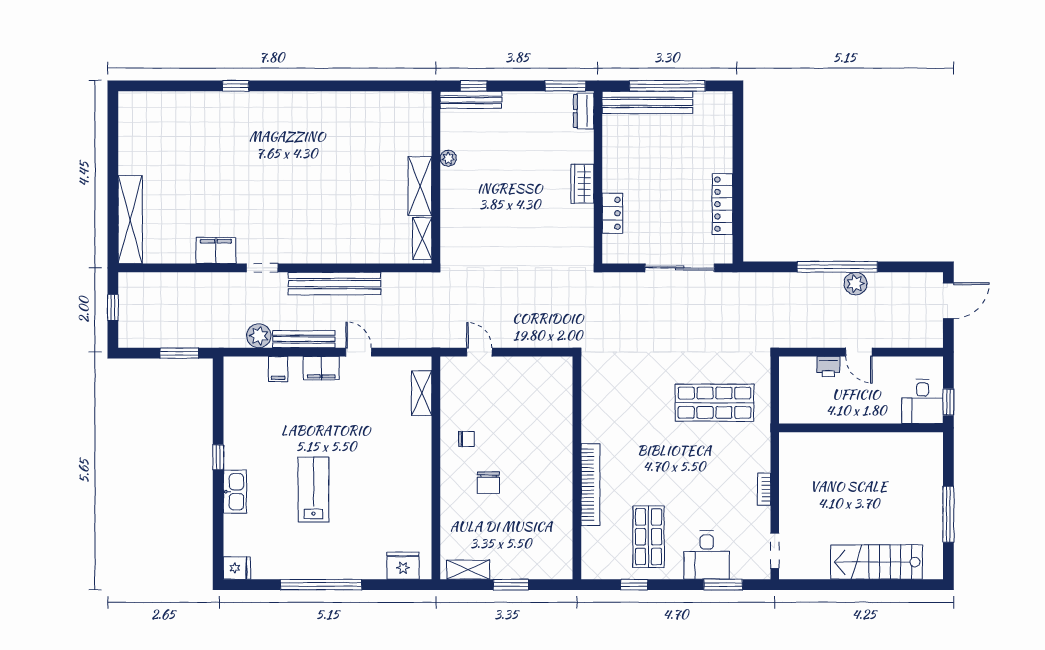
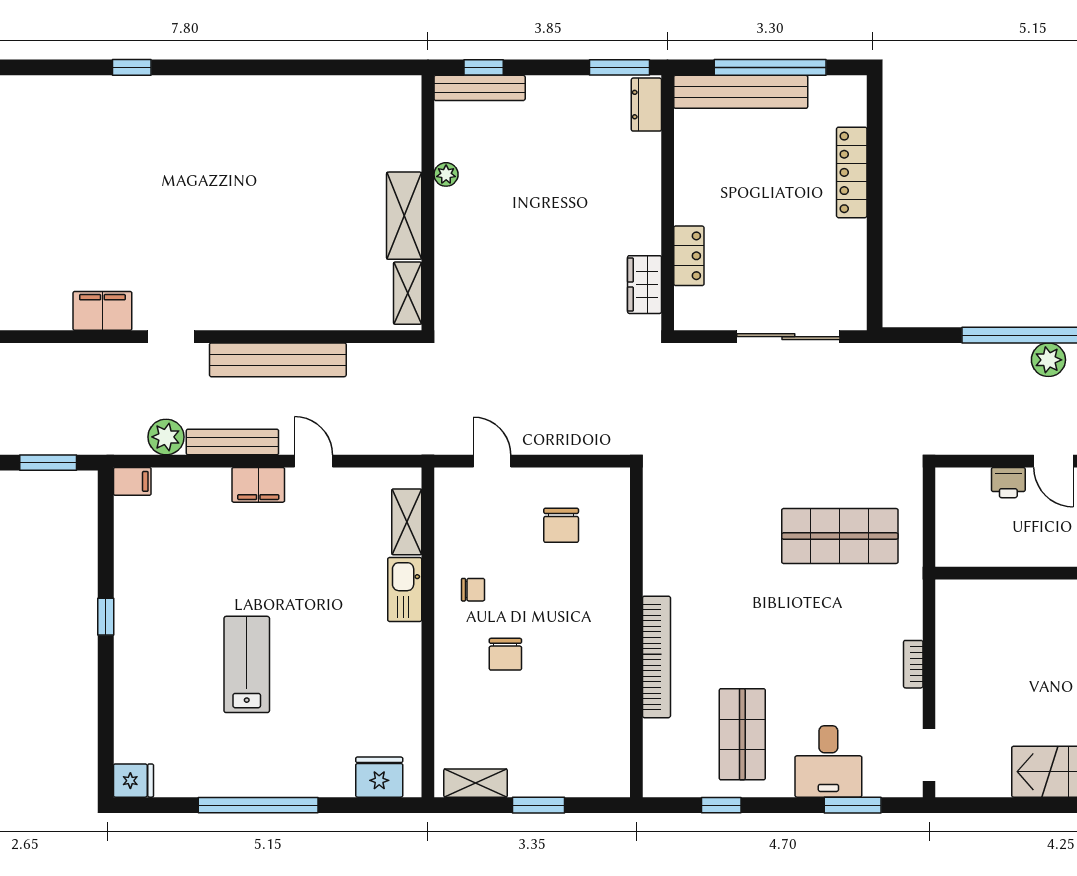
wardrobe: (582, 184) -> (644, 285), moved
locker: (722, 204) -> (852, 172), moved
filing cabinet: (278, 369) -> (132, 481), moved, turned -90
chair: (526, 395) -> (561, 525), added
kitchen sink: (235, 492) -> (405, 589), moved, turned 180

